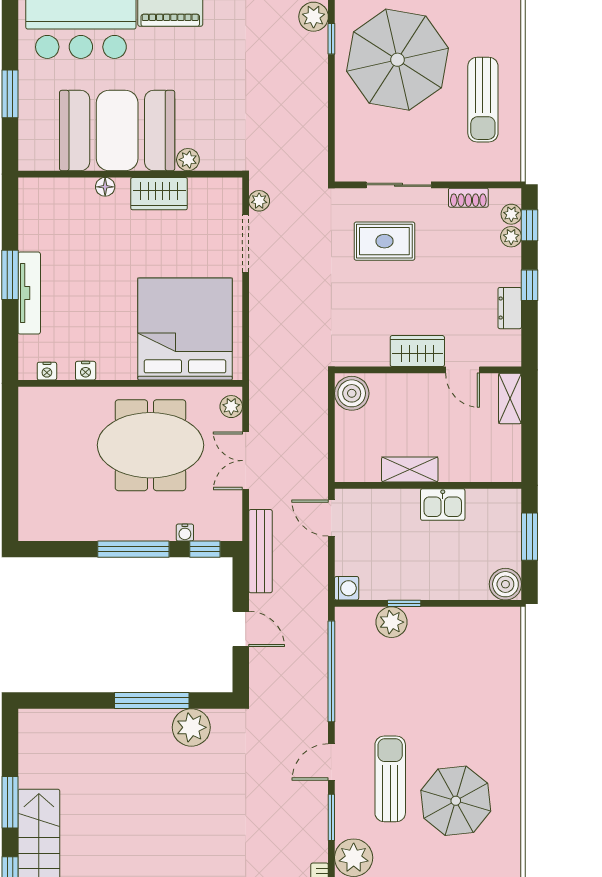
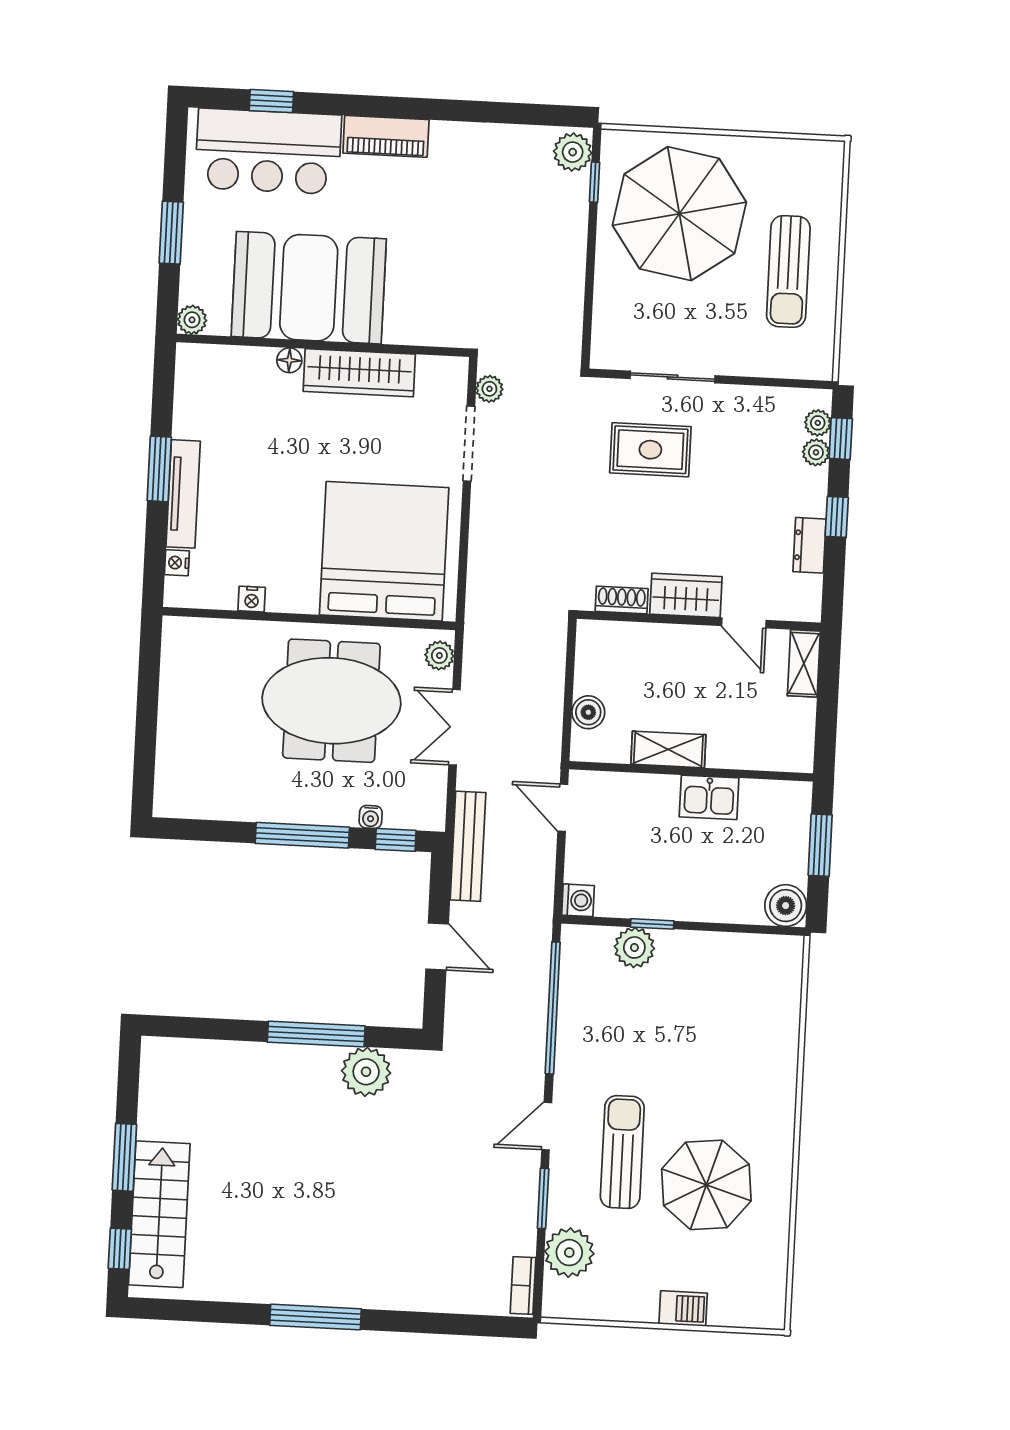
plant: (188, 160) -> (192, 320), moved
wardrobe: (159, 194) -> (359, 373), width x1.50
shoe rack: (468, 198) -> (622, 600), moved, turned 180
nightstand: (47, 371) -> (177, 563), moved, turned 90
boiler: (352, 393) -> (588, 712), moved, width x0.73, depth x0.73

